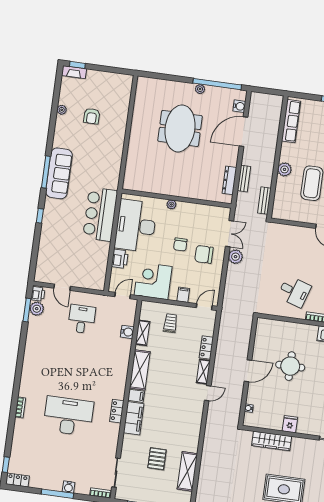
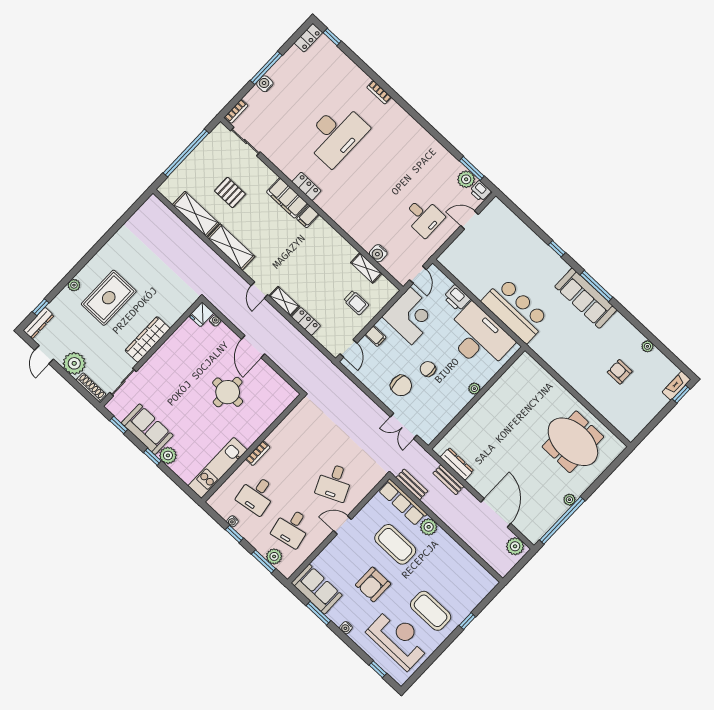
water cooler: (239, 106) -> (524, 527), removed
row of seats: (291, 121) -> (403, 502), moved
meeting table: (180, 128) -> (573, 442), moved
chair: (204, 254) -> (401, 386), turned 90
plant: (235, 257) -> (515, 546), moved
desk: (294, 292) -> (334, 482), moved, turned -42
shelving: (140, 370) -> (231, 247), moved
fridge: (290, 424) -> (201, 314), moved, turned 90
wardrobe: (272, 441) -> (148, 339), moved

